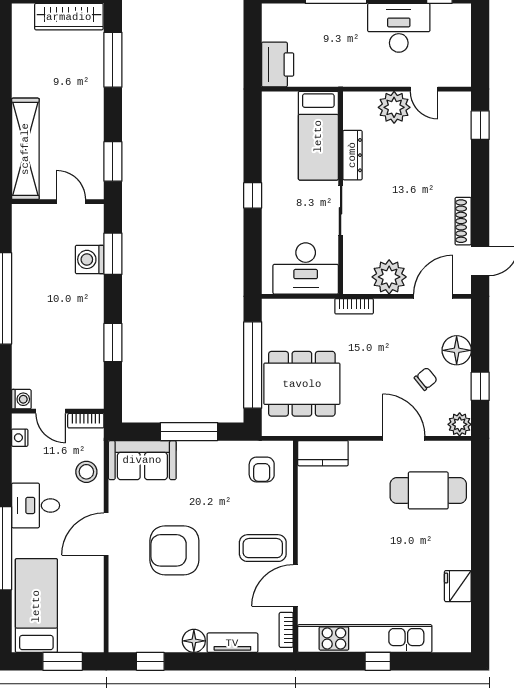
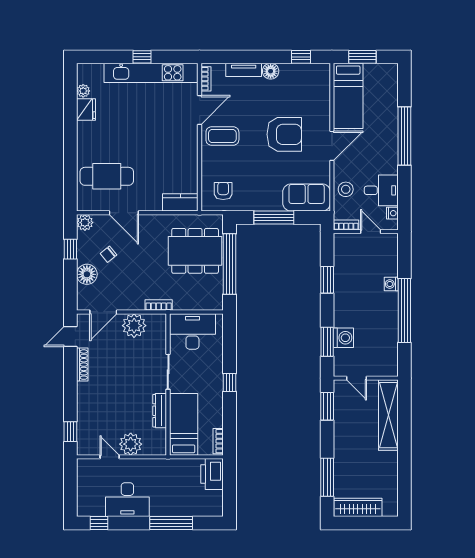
bookcase: (269, 112) -> (218, 441), added
washing machine: (21, 399) -> (391, 284), moved
desk: (36, 505) -> (381, 190), moved
bed: (36, 606) -> (348, 96), moved
plant: (462, 613) -> (83, 91), added

